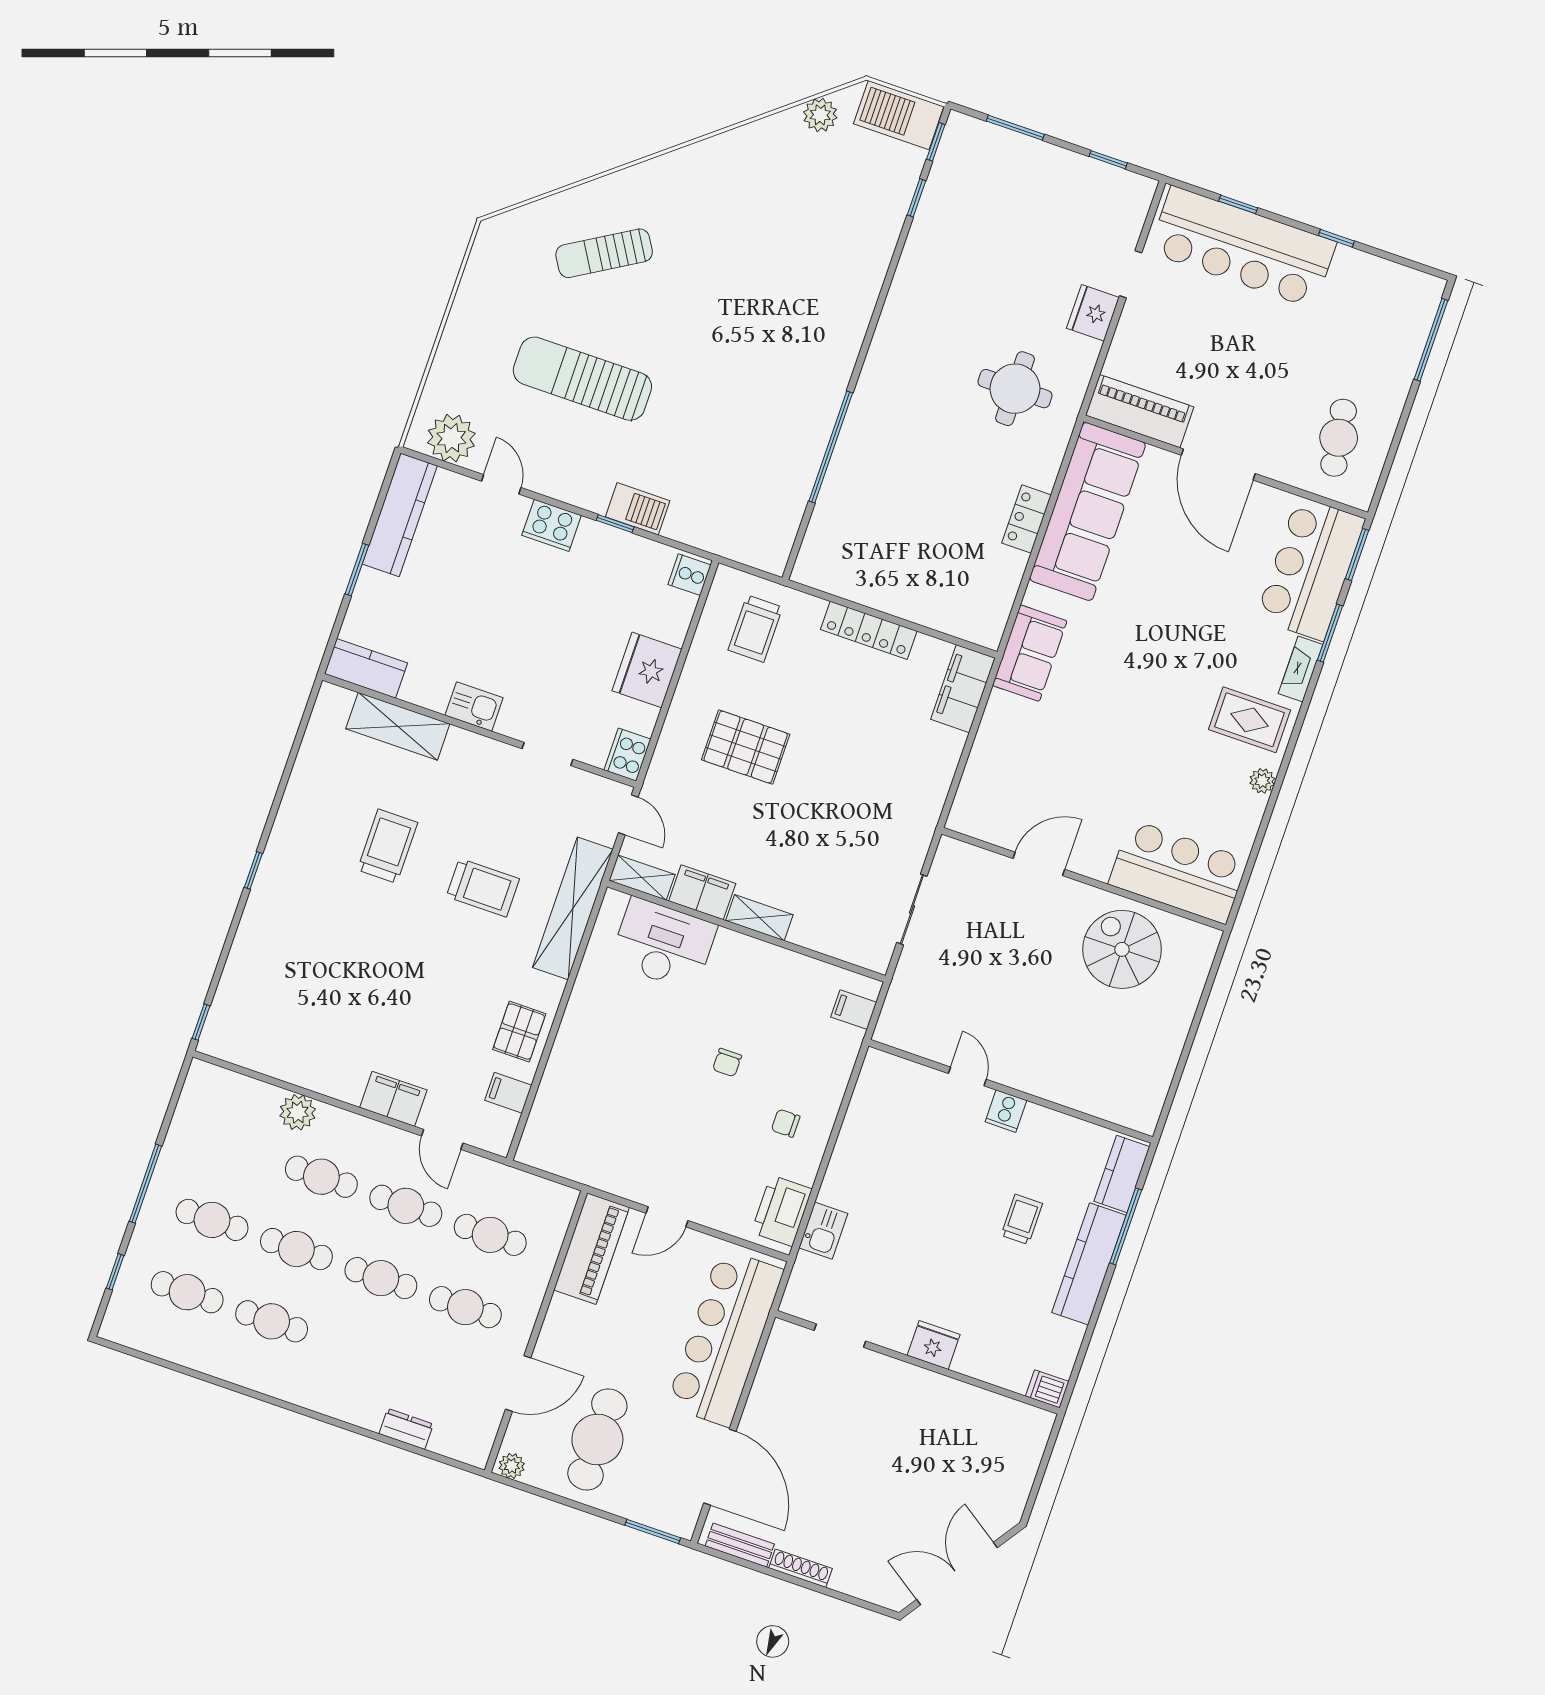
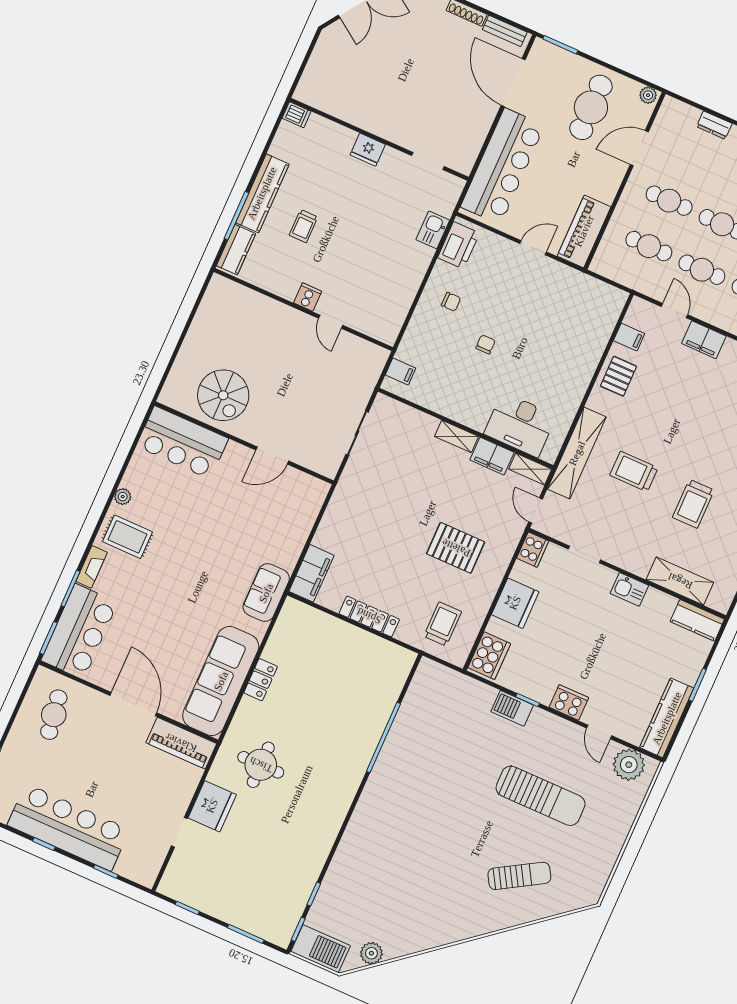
bar counter: (1243, 247) -> (68, 827), moved
fridge: (1093, 313) -> (212, 806), width x1.36, depth x1.34
cooker: (689, 575) -> (489, 656), width x1.87, depth x1.31

